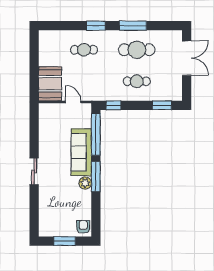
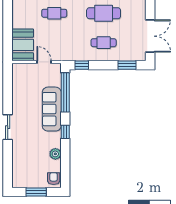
double door: (187, 58) -> (150, 36), moved
window: (96, 177) -> (65, 132), width x0.46
plant: (85, 183) -> (55, 154), moved

